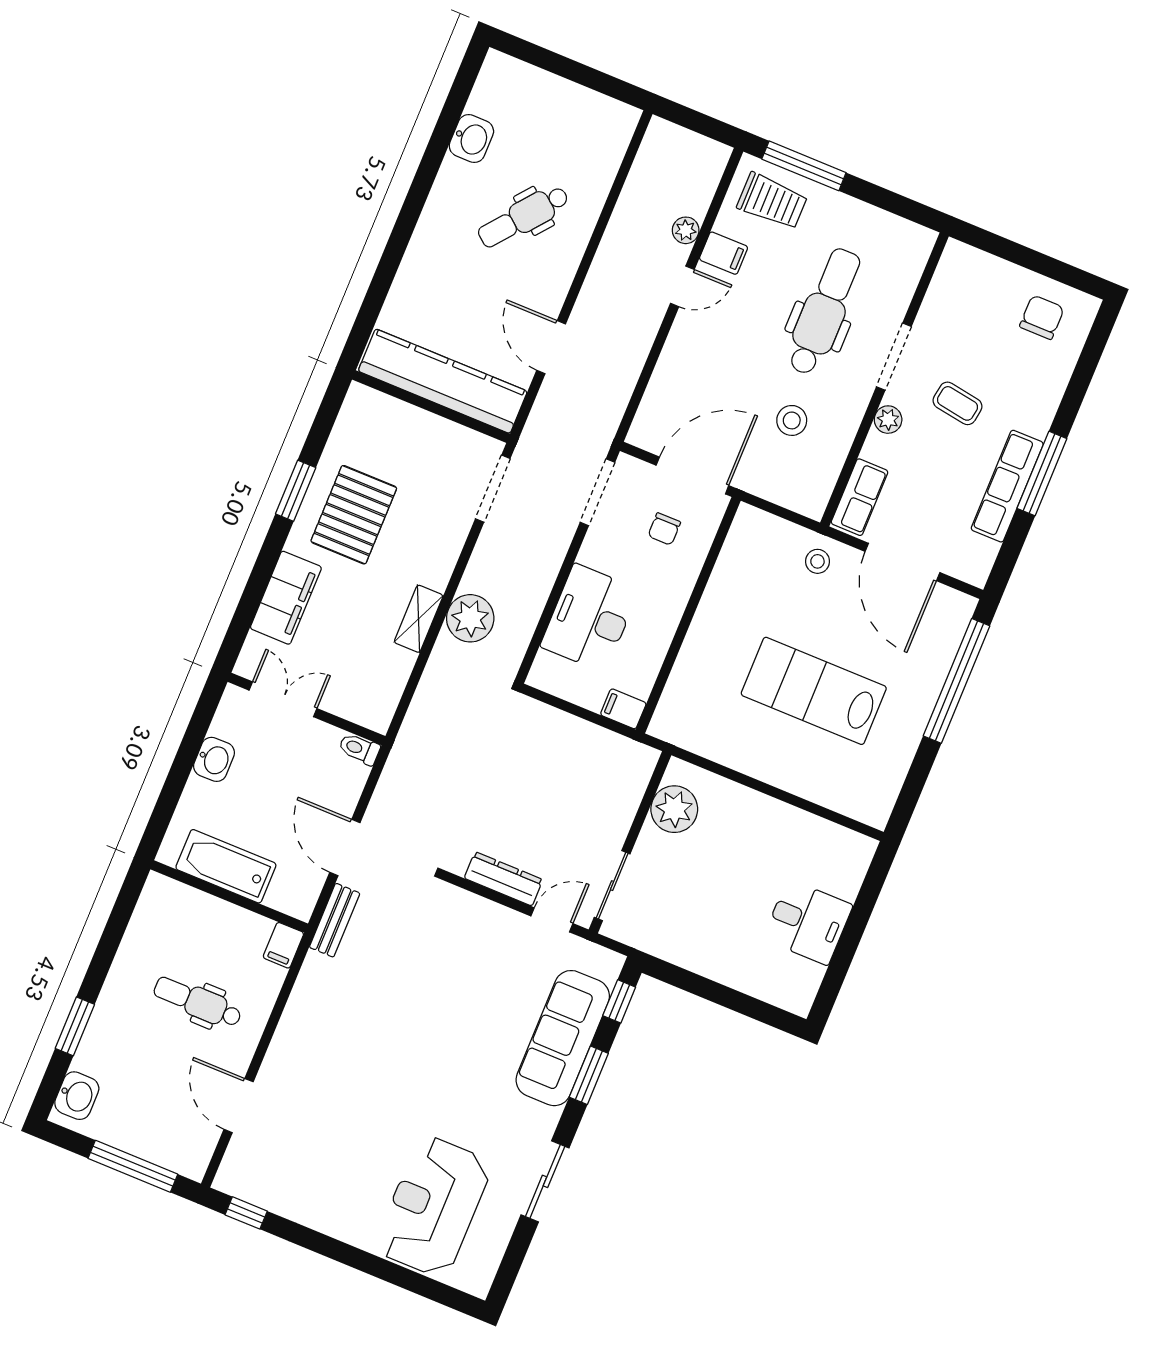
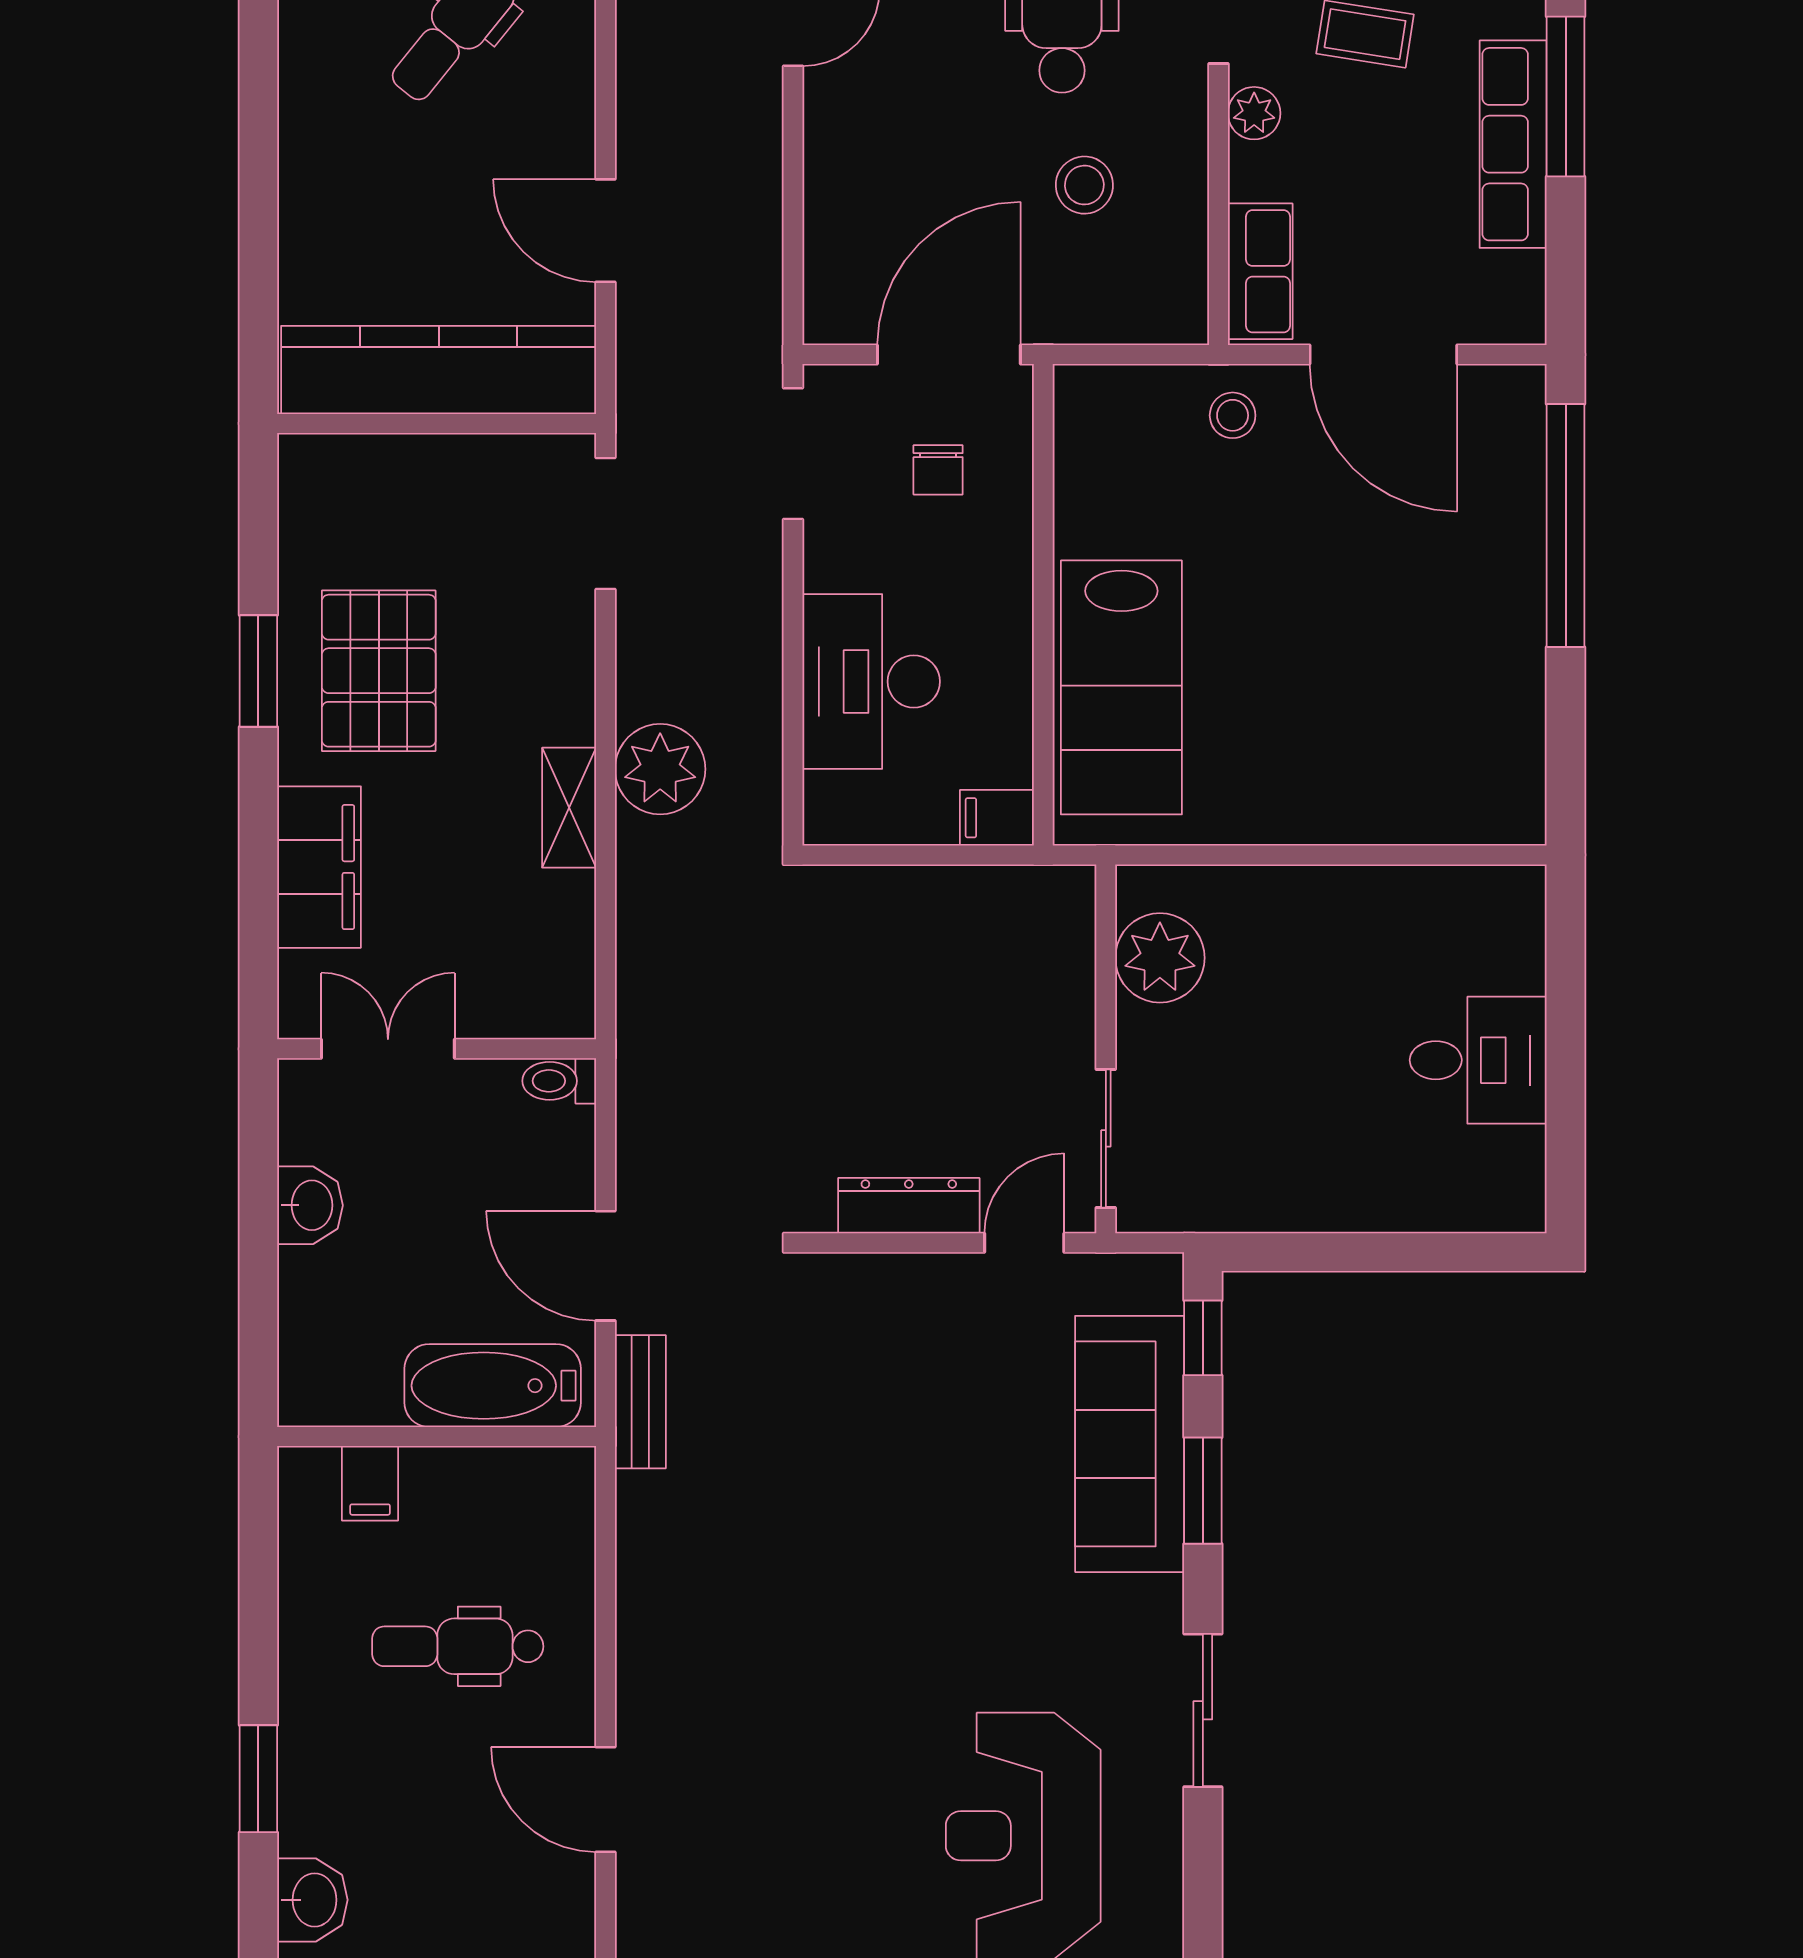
lab bench: (814, 691) -> (1121, 687), moved, turned -90
bathtub: (226, 866) -> (493, 1386), moved
filing cabinet: (283, 945) -> (370, 1483), moved

